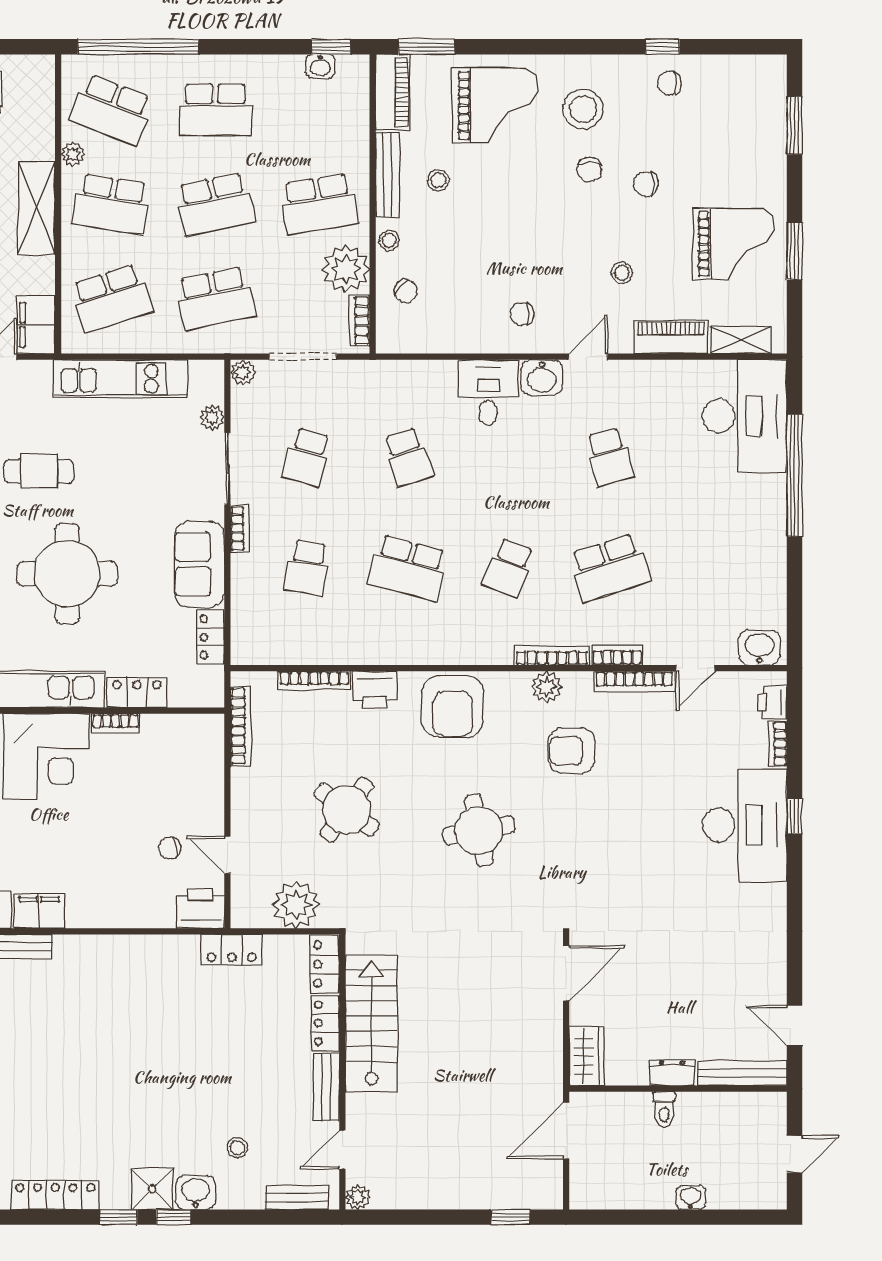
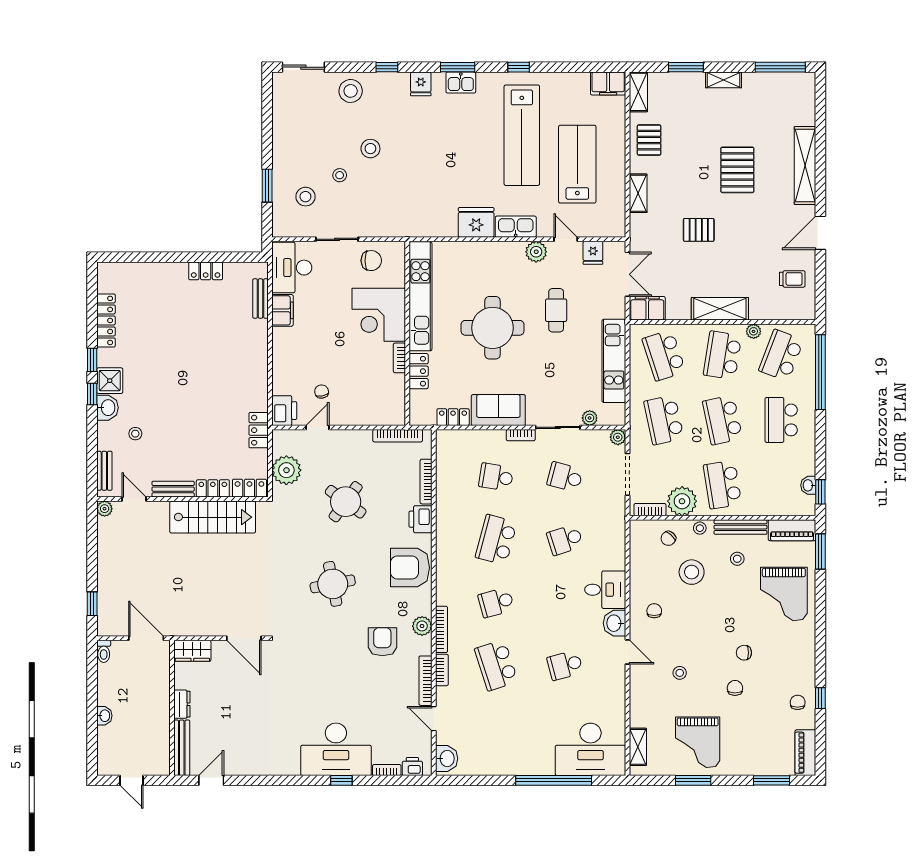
stool: (583, 109) -> (692, 572), moved
piano: (671, 337) -> (805, 753), moved, turned 180
school desk: (509, 568) -> (496, 602), turned -36
toilet: (664, 1110) -> (104, 651), moved, turned -90

